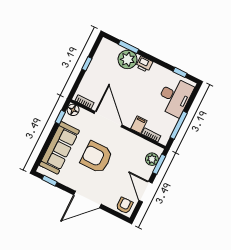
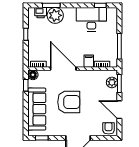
printer: (144, 64) -> (41, 13), moved
desk: (175, 97) -> (91, 19), moved, turned -90
armchair: (96, 157) -> (69, 102), turned 180

